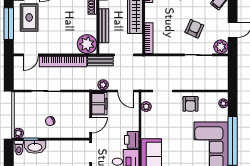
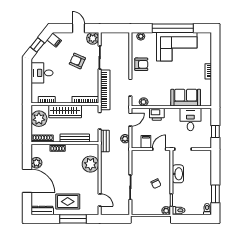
plant: (87, 44) -> (90, 164), moved
bookcase: (63, 61) -> (105, 90), moved
filing cabinet: (99, 104) -> (146, 142), width x0.50
door: (91, 125) -> (159, 149), hinge flipped
printer: (132, 140) -> (157, 114), moved
washbasin: (35, 147) -> (178, 174), moved

